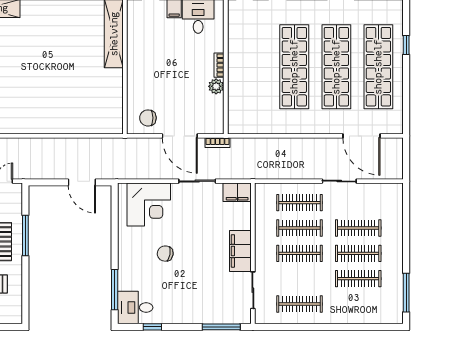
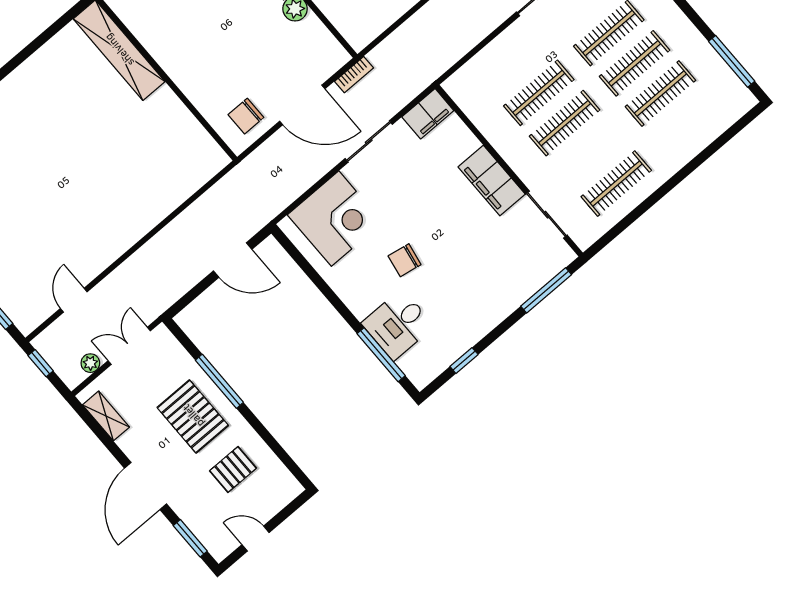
clothes rail: (300, 203) -> (513, 63), removed
desk: (135, 308) -> (398, 325), moved

